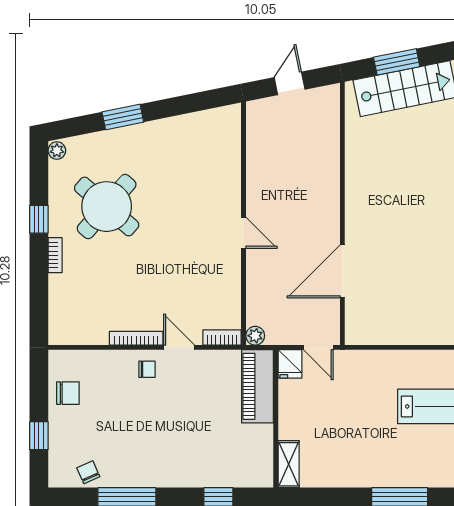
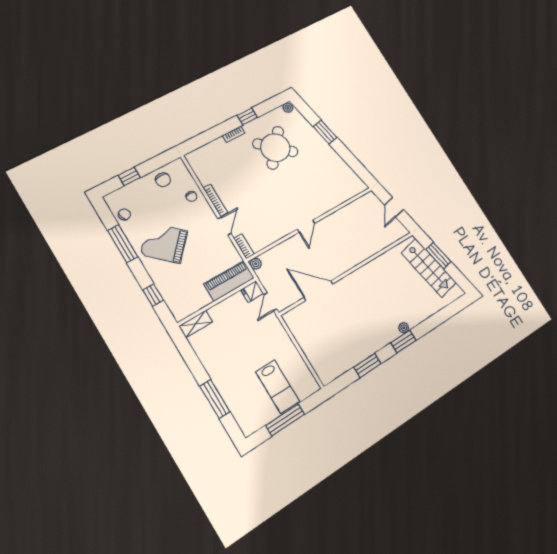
door: (290, 83) -> (394, 207), swing flipped
chair: (147, 369) -> (191, 196), moved
grand piano: (156, 442) -> (164, 243), added

